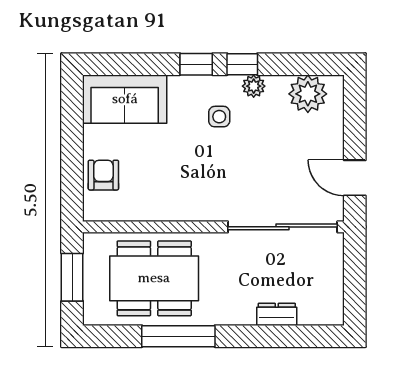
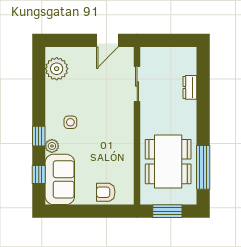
window: (242, 64) -> (39, 174), moved
plant: (254, 86) -> (52, 146), moved
sliding door: (283, 227) -> (137, 84), width x0.54
window: (178, 336) -> (203, 167), moved

